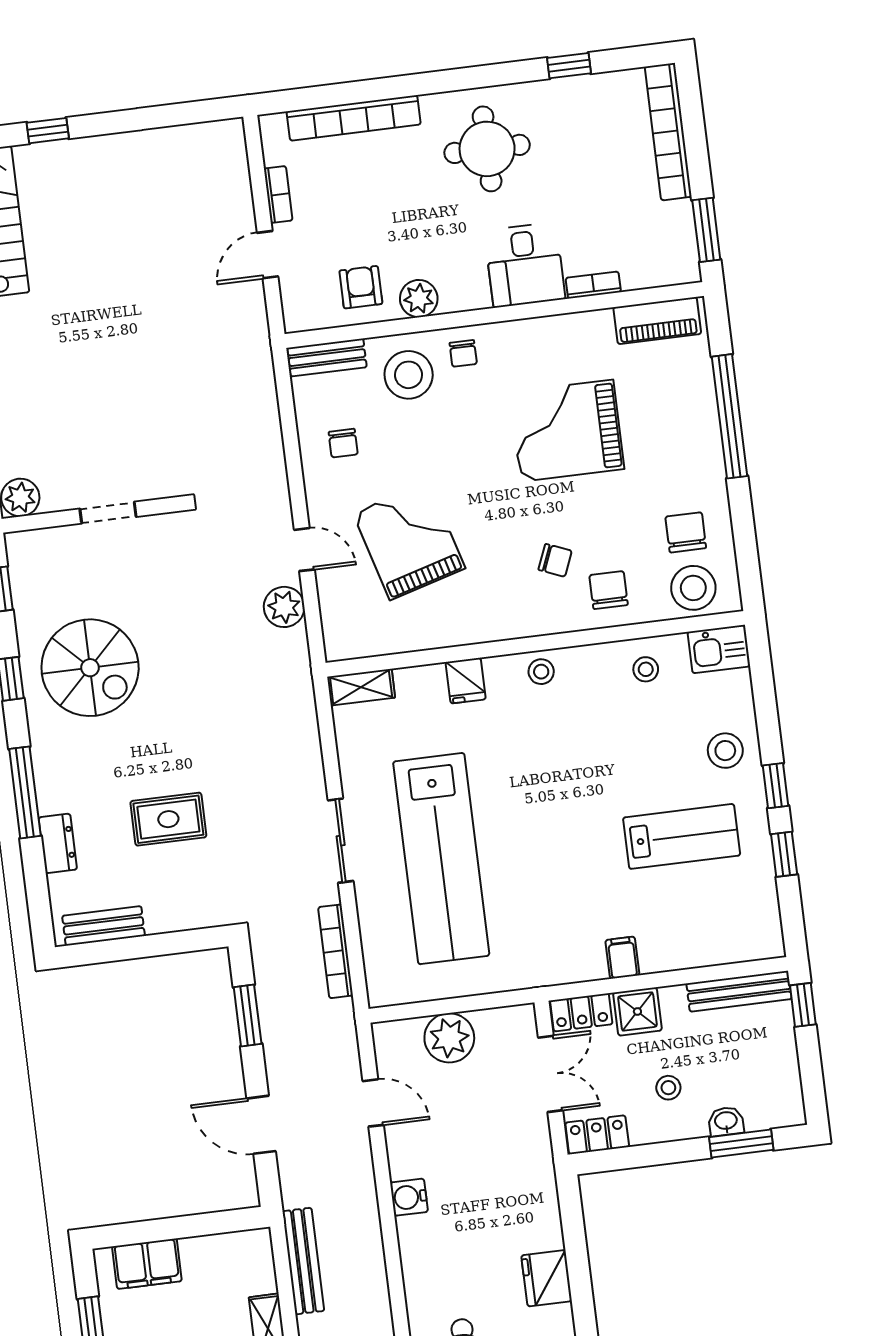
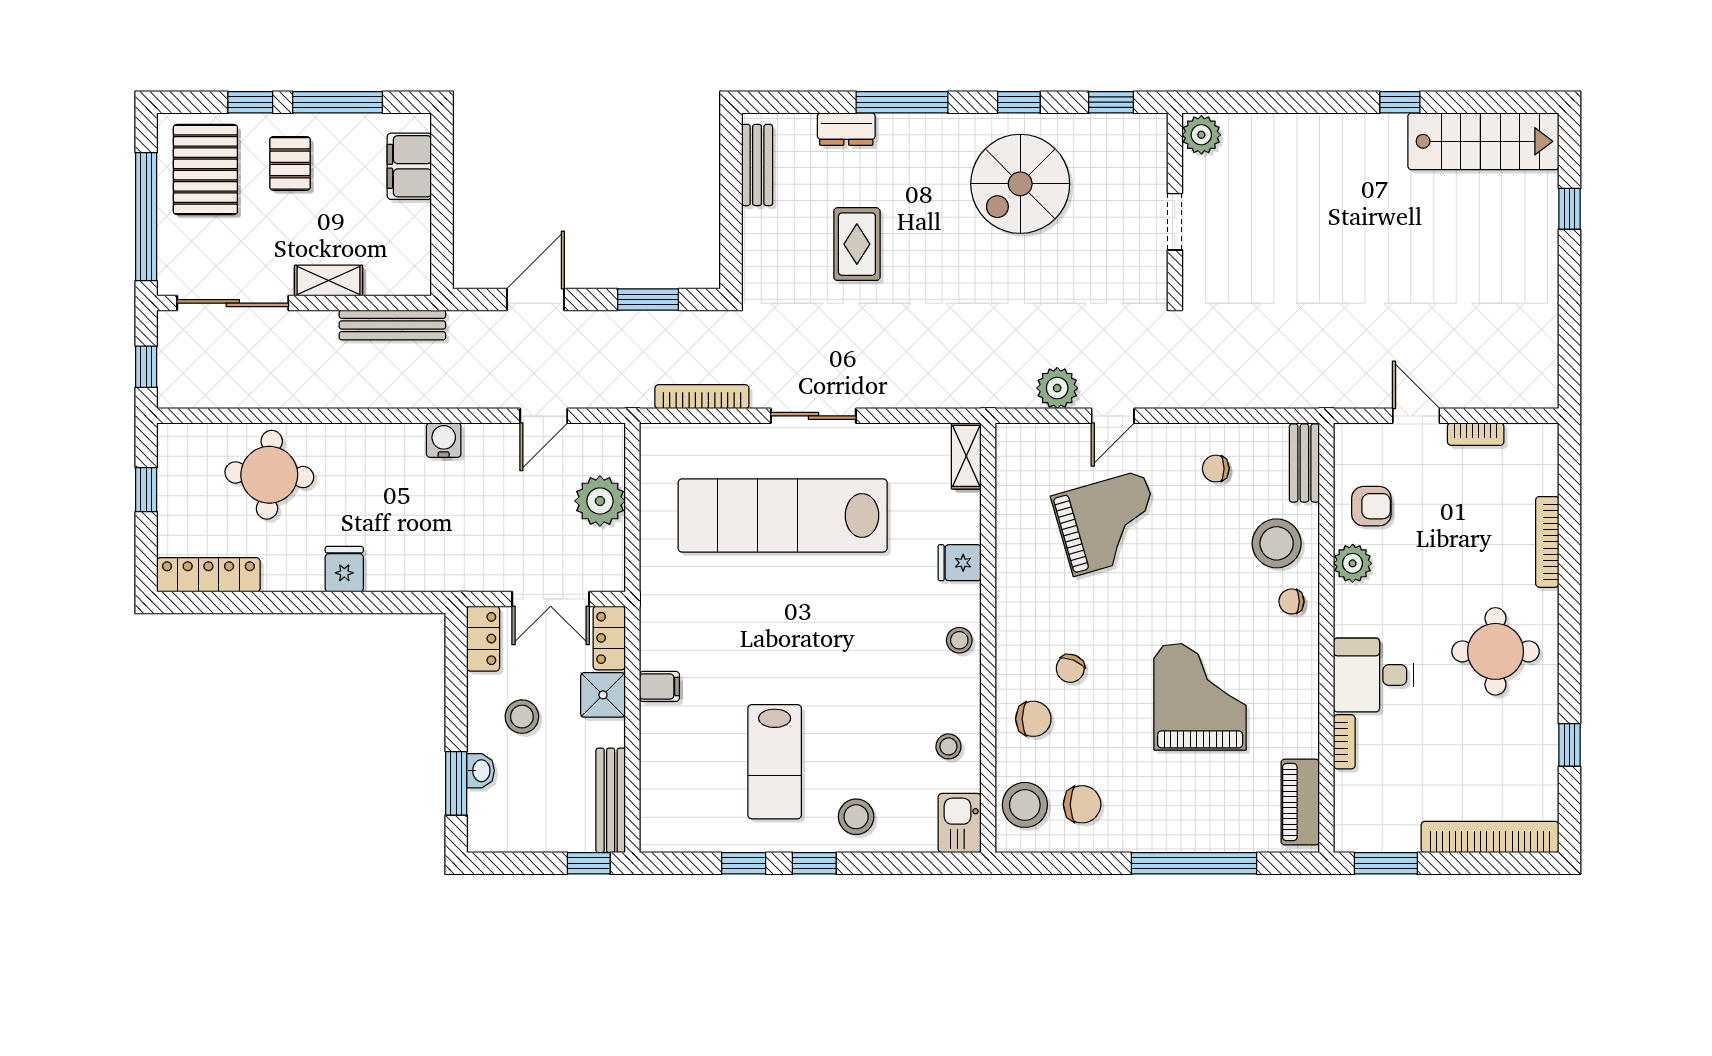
bookcase: (354, 118) -> (1547, 542), width x0.68, depth x0.76
stool: (668, 1088) -> (522, 717), width x1.37, depth x1.37
fridge: (547, 1278) -> (344, 569), width x0.72

